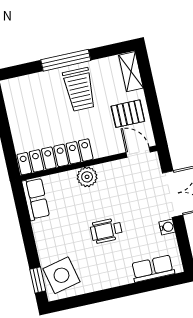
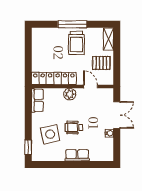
door: (138, 152) -> (91, 87), moved
row of seats: (153, 269) -> (77, 155), moved
side table: (61, 275) -> (50, 134), moved

